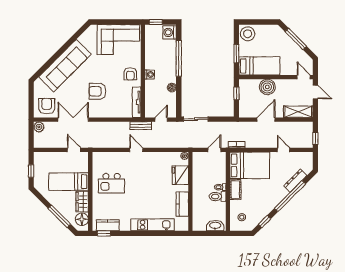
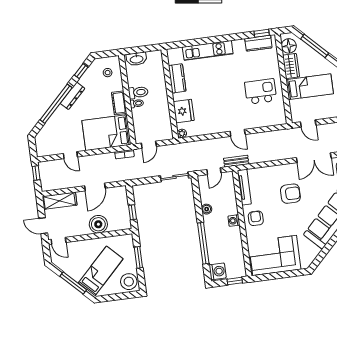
bed: (259, 66) -> (101, 271), moved, turned 135
dresser: (295, 181) -> (73, 96), moved

